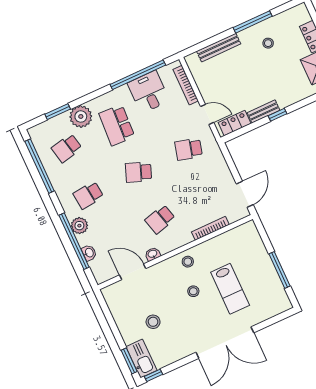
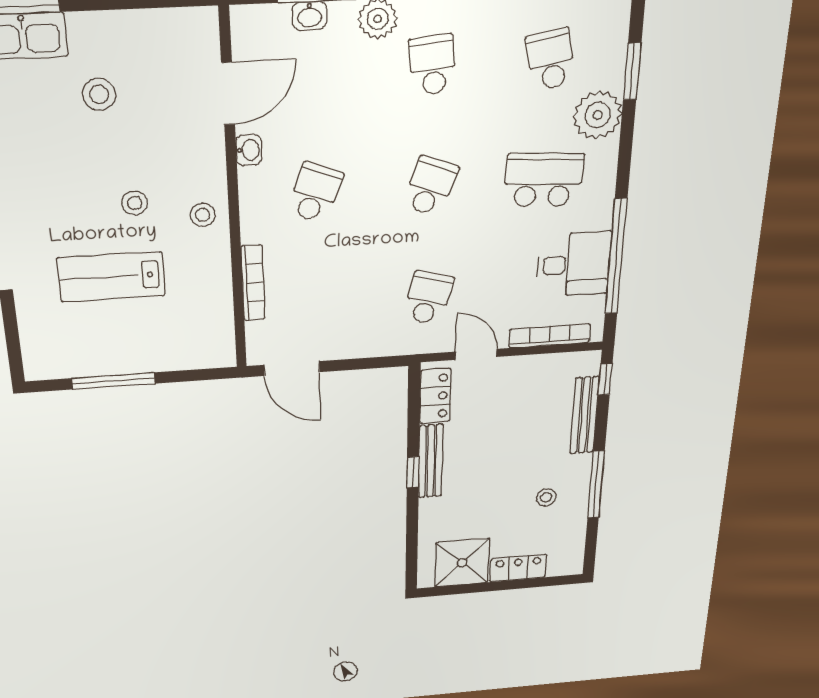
window: (197, 47) -> (605, 379), added
bench: (264, 111) -> (431, 461), width x1.36
door: (207, 114) -> (476, 354), swing flipped
school desk: (160, 219) -> (315, 193), turned 36

